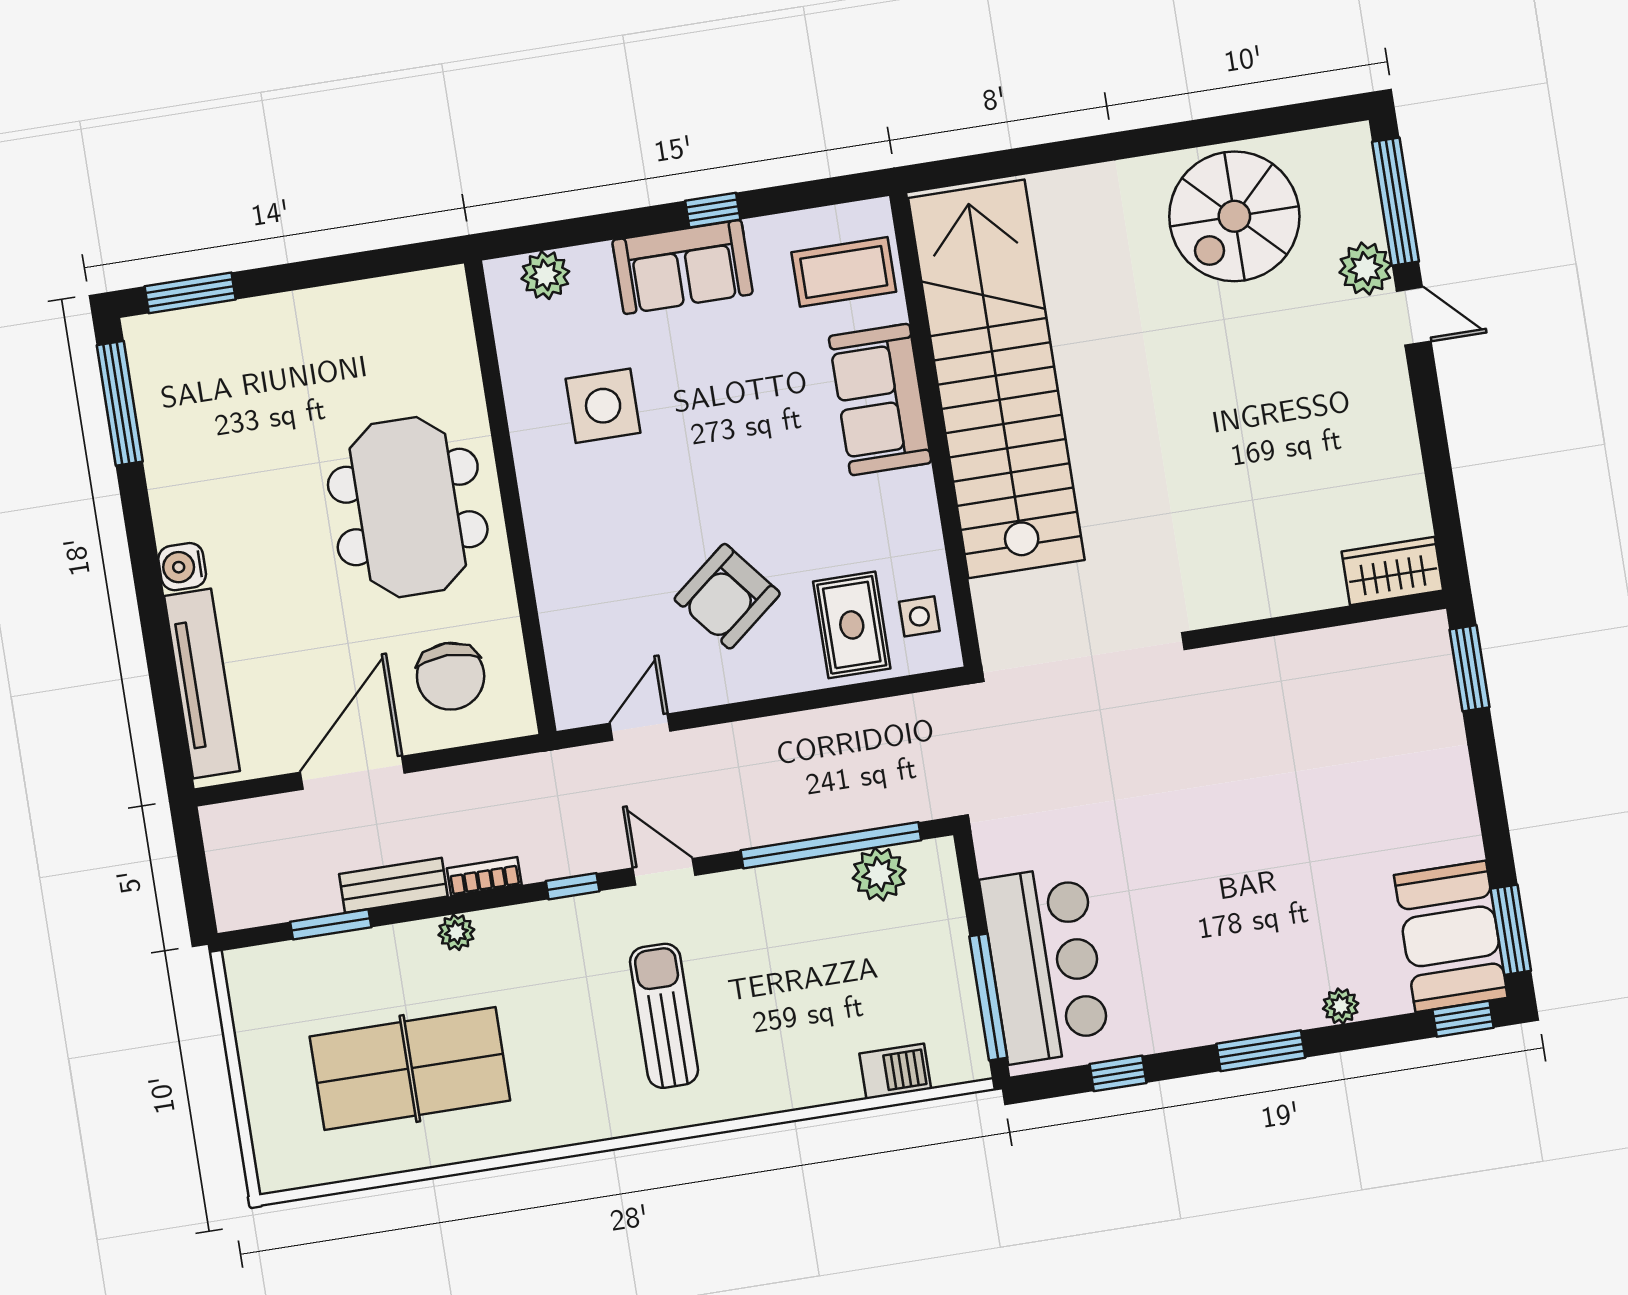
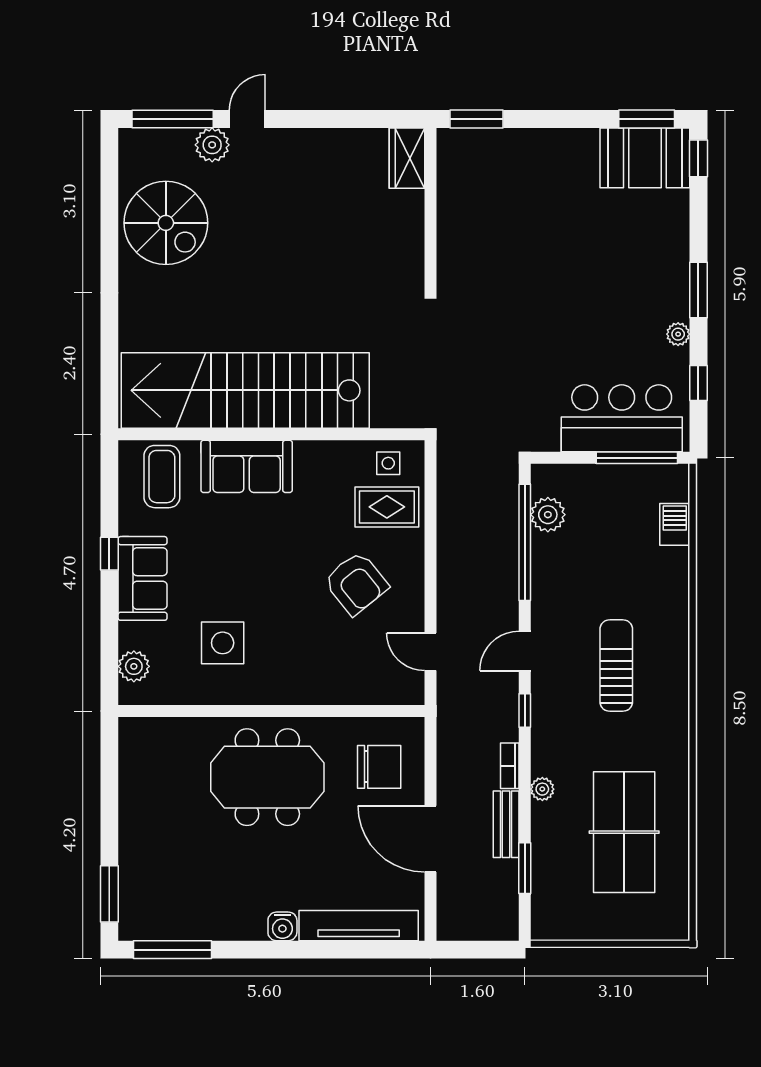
plant: (1341, 1006) -> (678, 334), moved
sun lounger: (664, 1016) -> (616, 666), turned 90

